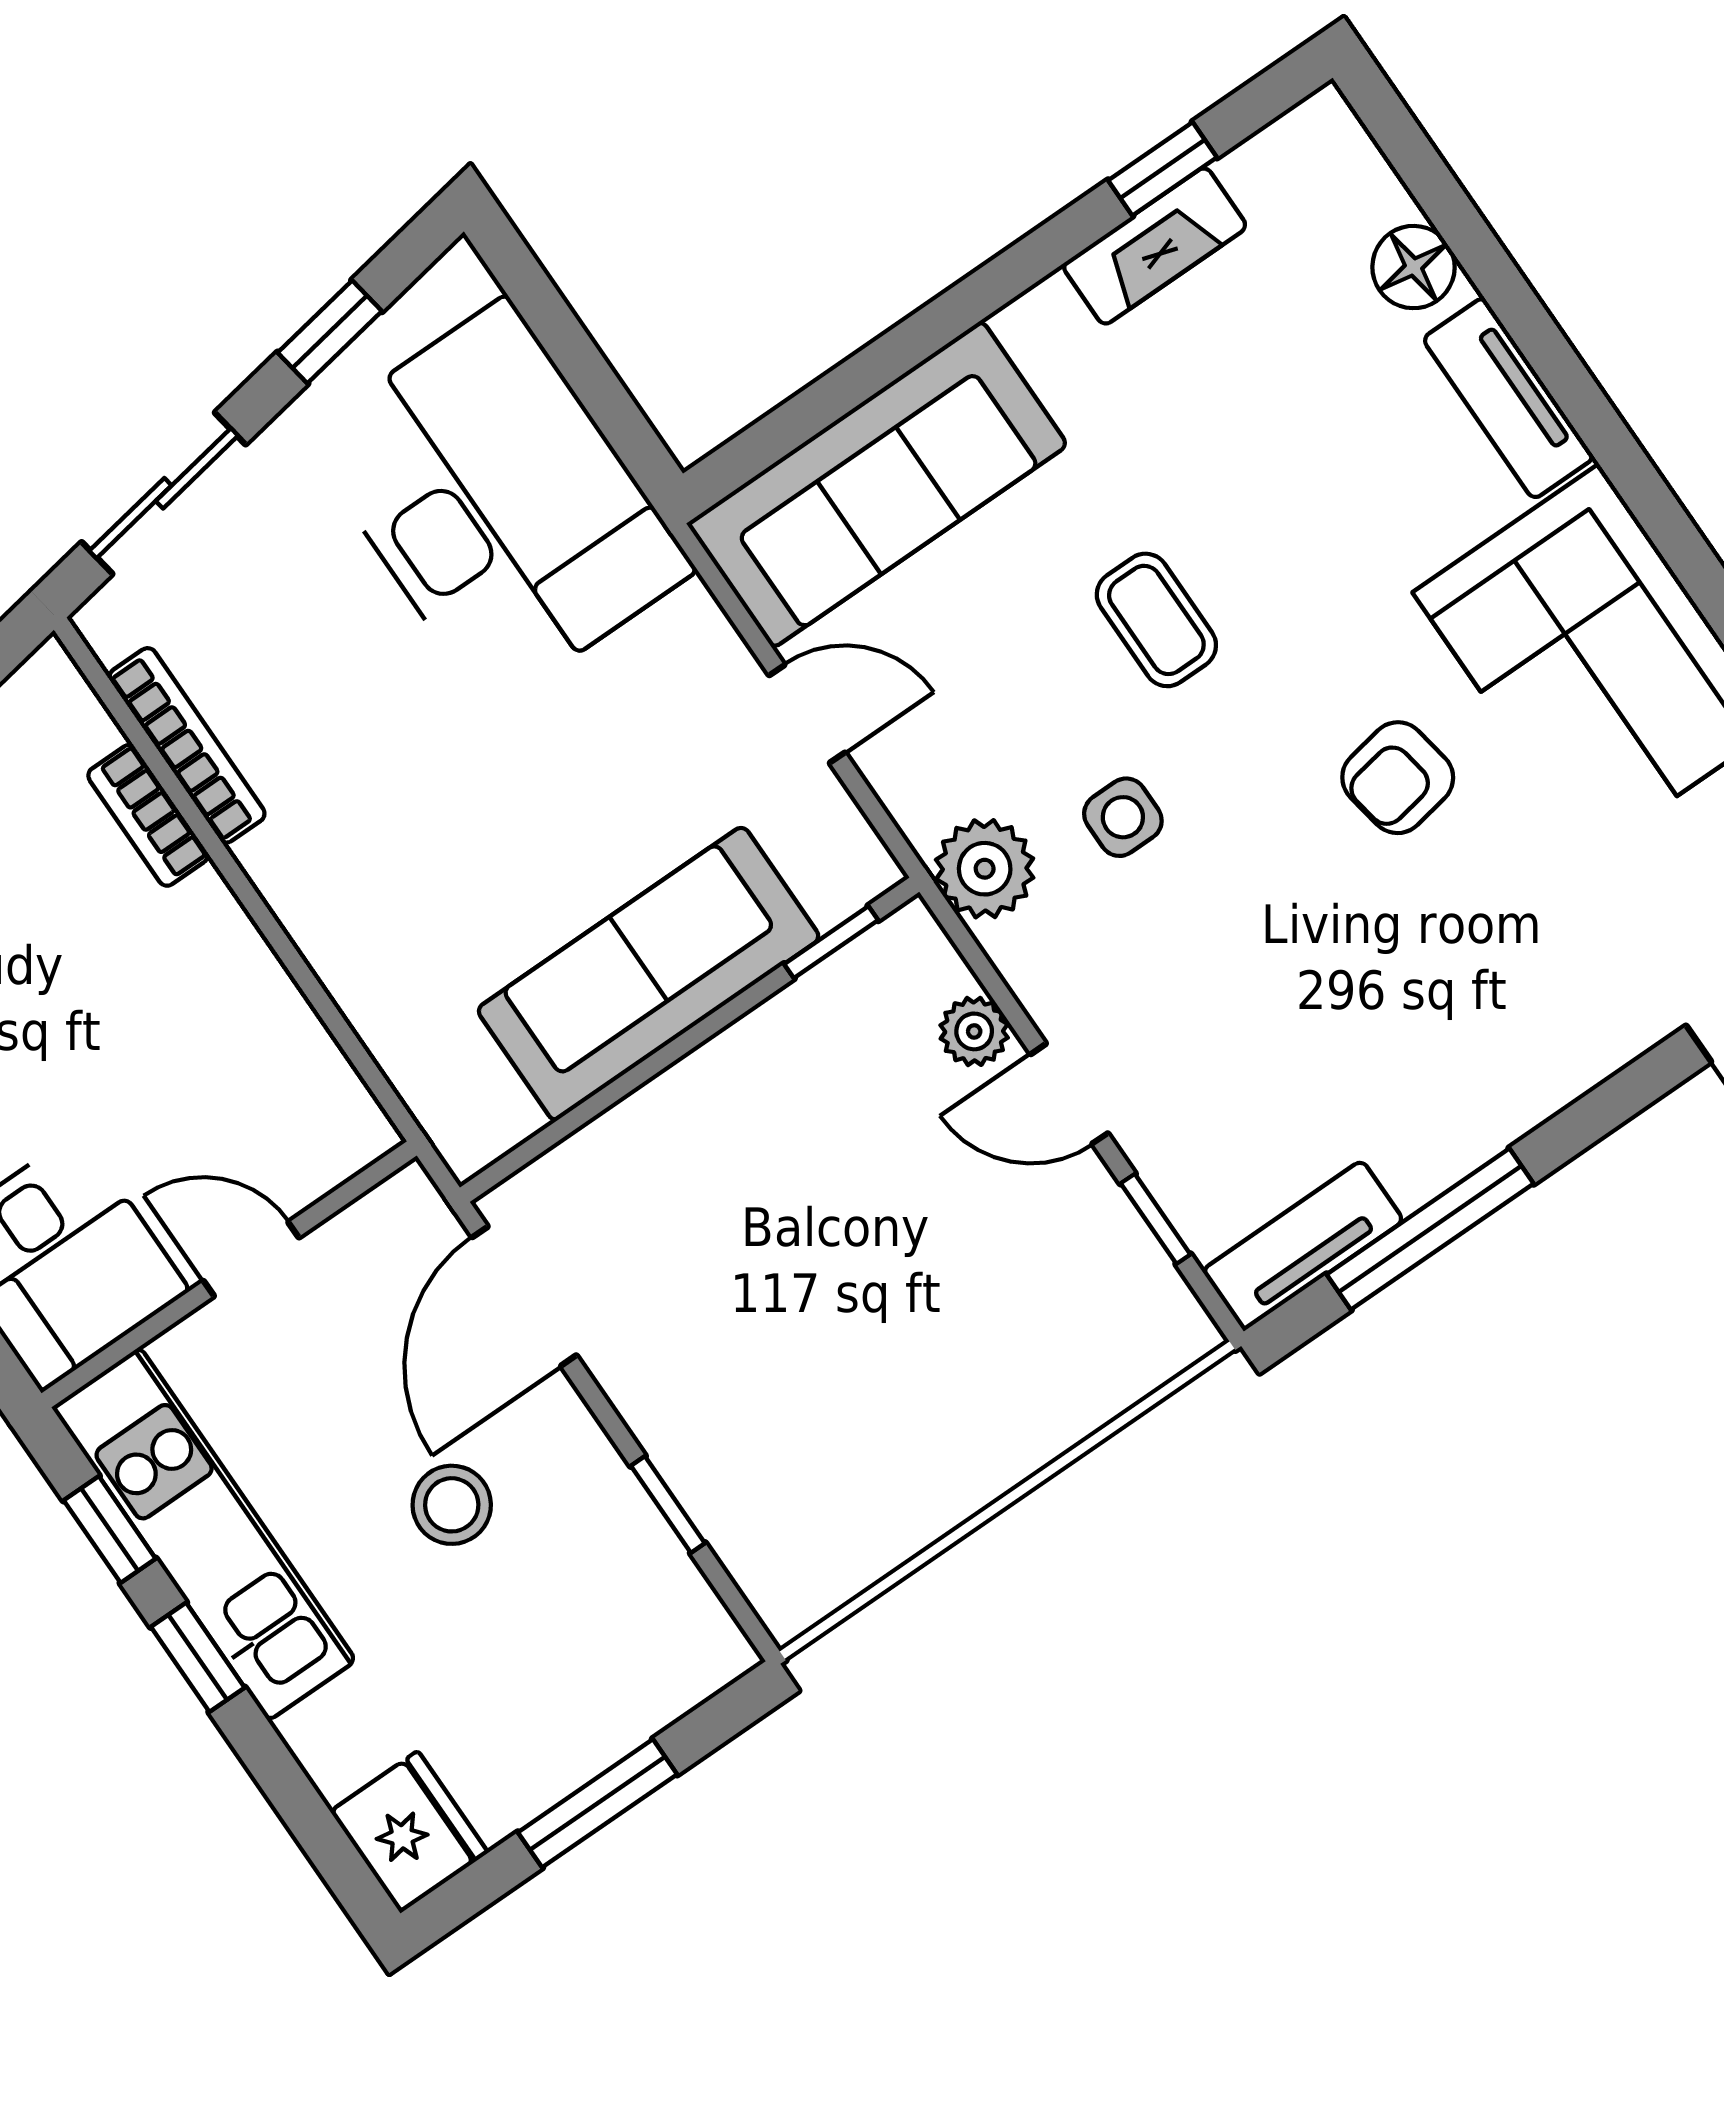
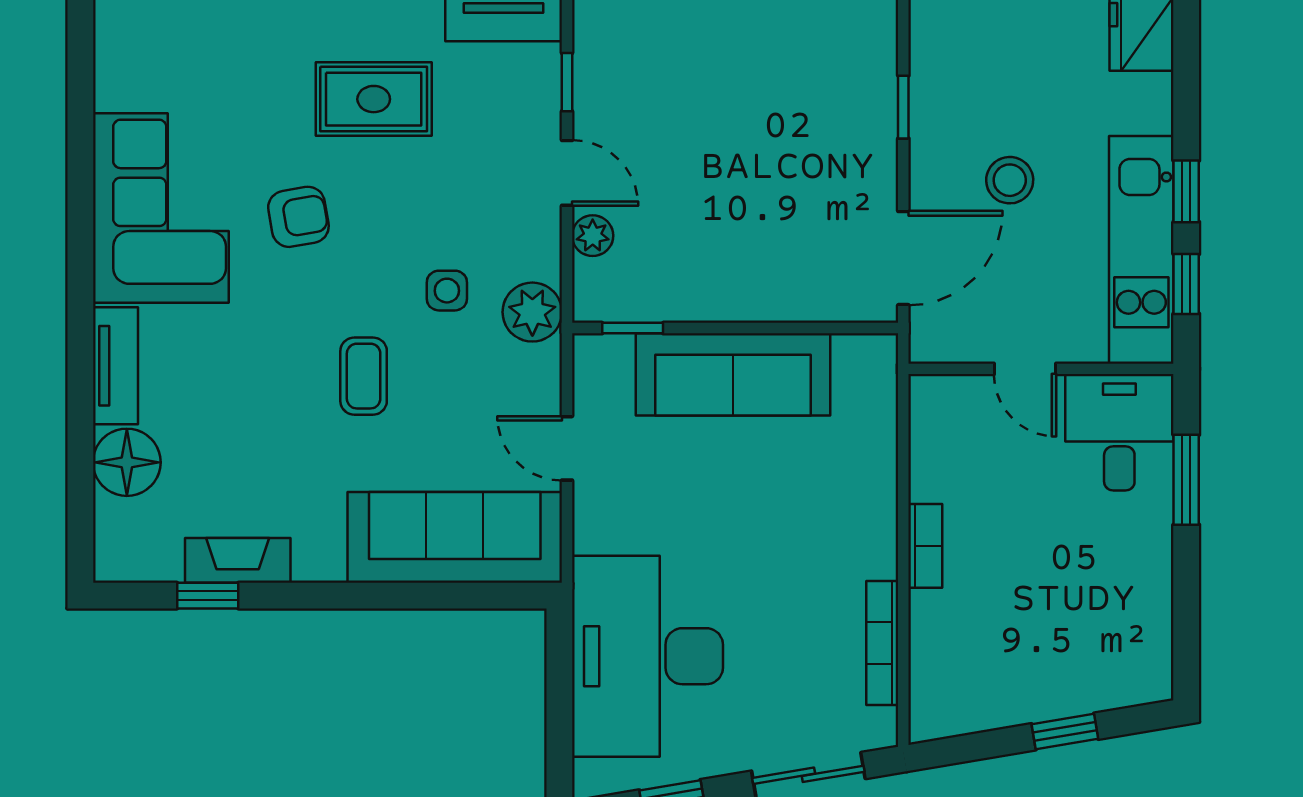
floor lamp: (1414, 267) -> (127, 462), width x1.38, depth x1.38
bookcase: (148, 815) -> (925, 546), moved
rug: (1406, 1012) -> (374, 99), added

